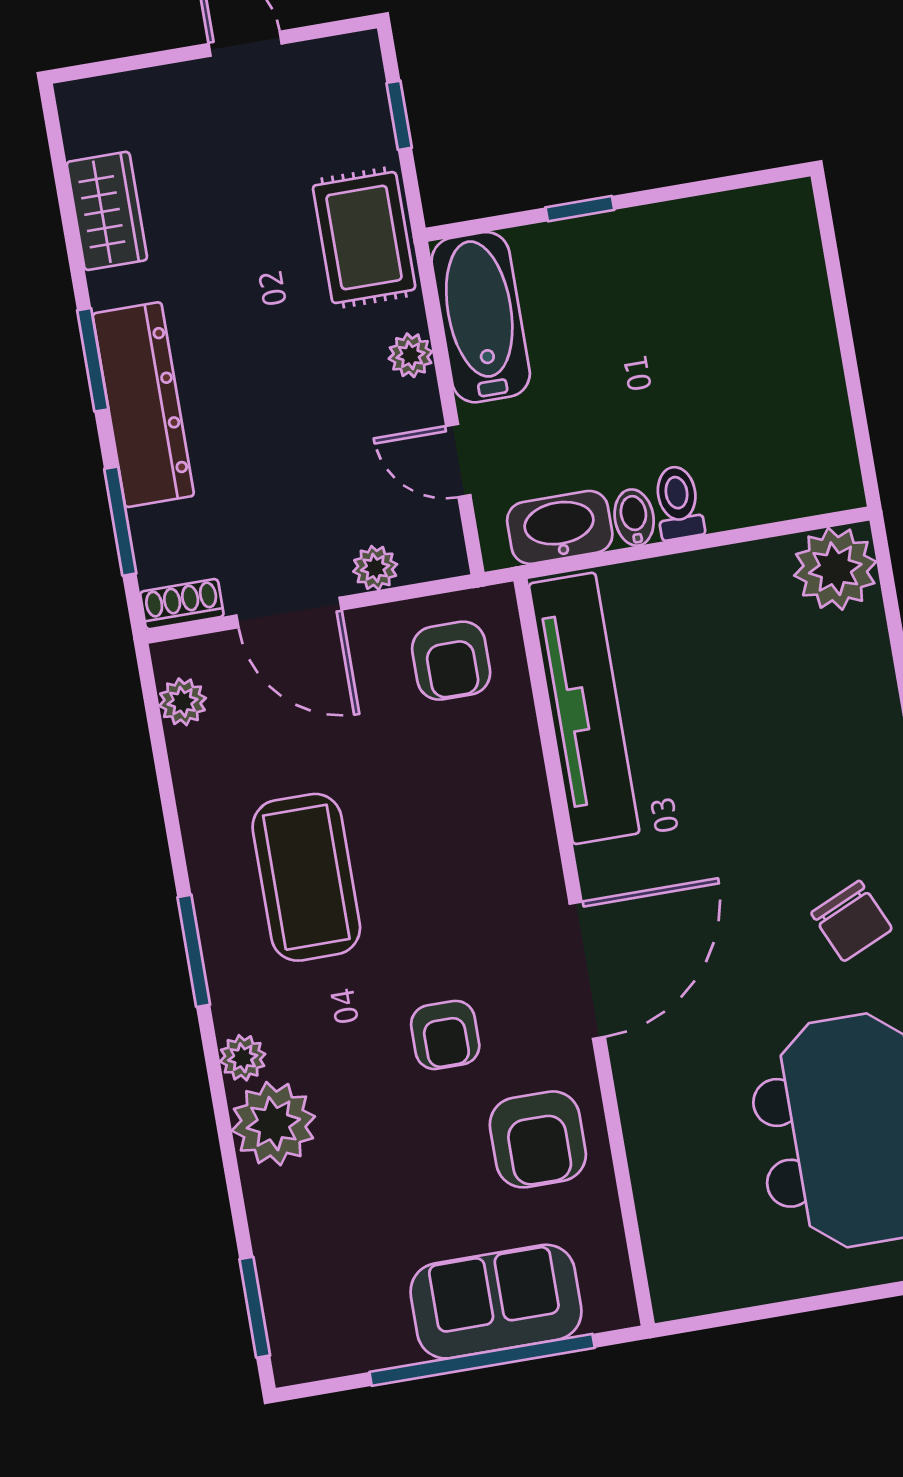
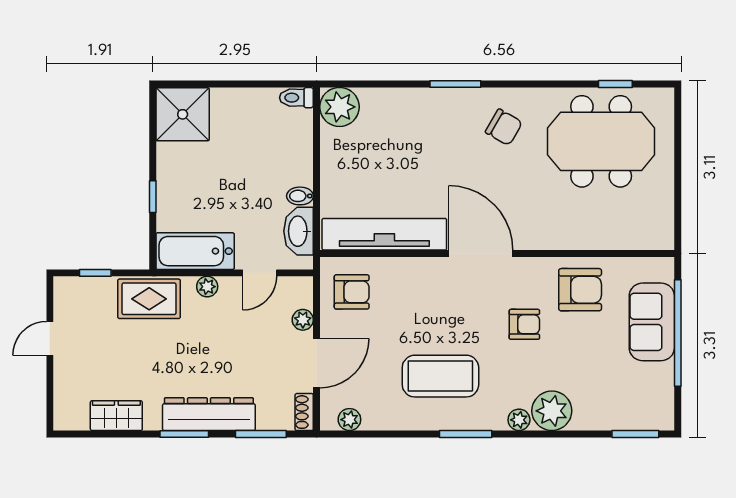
shower: (763, 242) -> (183, 114), added
toilet: (678, 502) -> (296, 98), moved
chair: (852, 921) -> (504, 127), turned 54
door: (587, 970) -> (481, 253), moved

